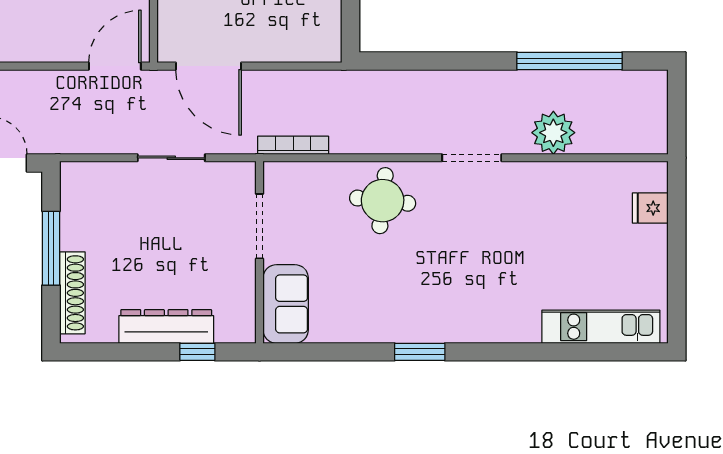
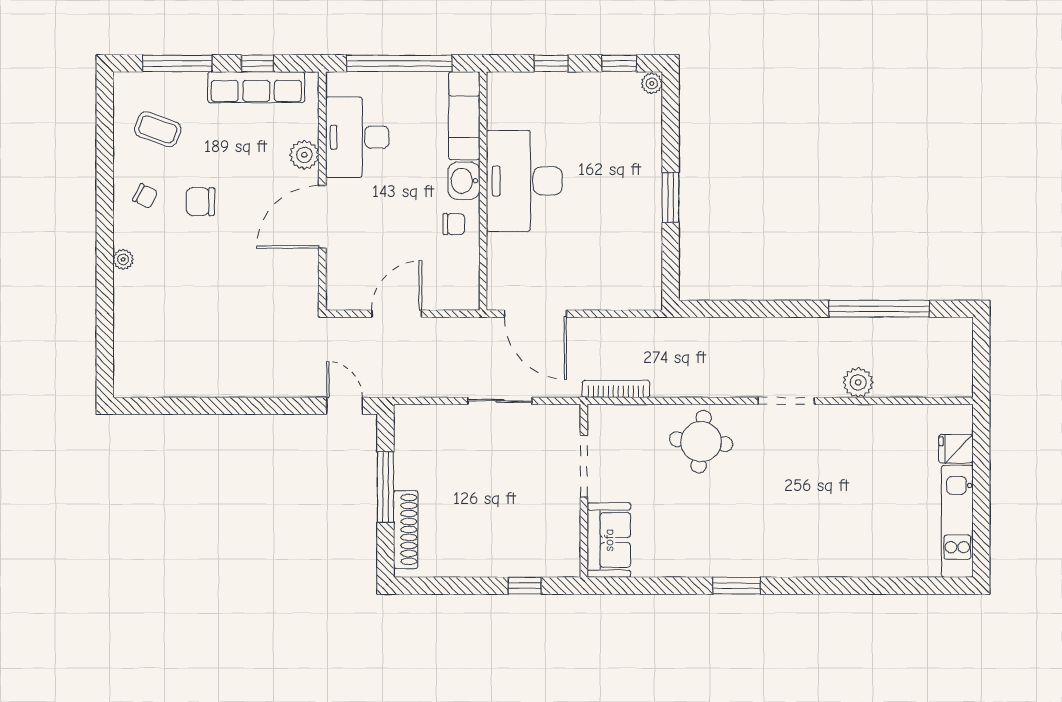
door: (115, 66) -> (397, 314), moved
plant: (553, 133) -> (858, 382), width x0.73, depth x0.73
dresser: (166, 326) -> (495, 561), removed
kitchen unit: (601, 327) -> (957, 521), moved, turned -90

